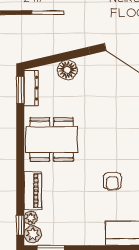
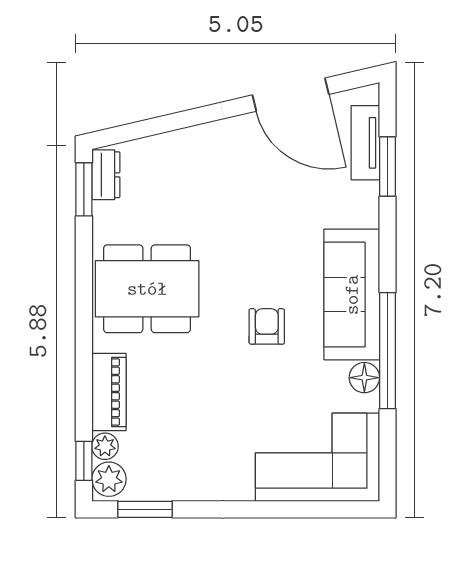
floor lamp: (67, 70) -> (178, 149), removed
dresser: (31, 88) -> (106, 175), width x0.70
armchair: (112, 181) -> (267, 326), moved, turned 180

